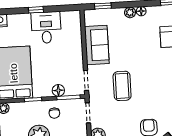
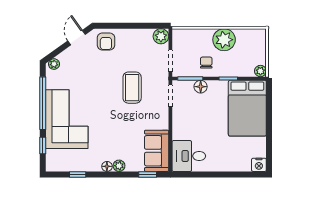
window: (36, 10) -> (220, 174), removed
desk: (46, 28) -> (189, 156), moved, turned 90
sofa: (97, 45) -> (157, 151), moved

